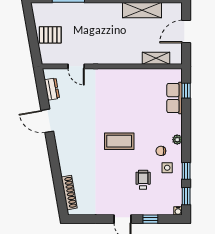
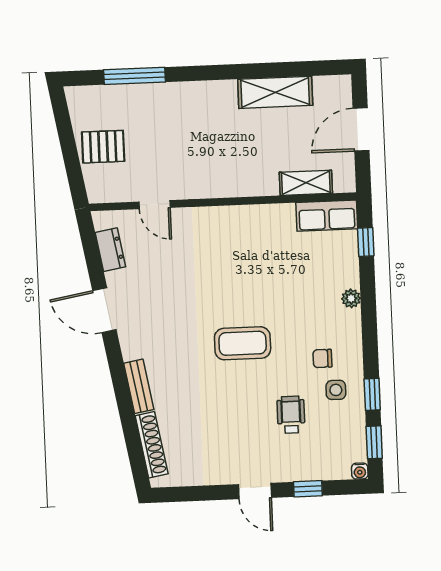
row of seats: (175, 98) -> (327, 216), moved, turned -90
plant: (177, 140) -> (351, 298), moved
bench: (64, 162) -> (139, 386), added

